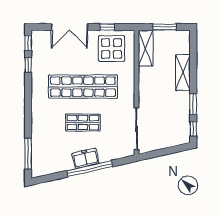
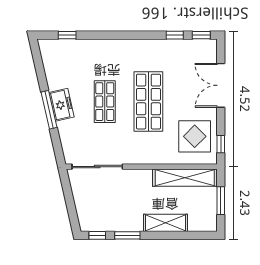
window: (107, 27) -> (221, 144), moved
shelving: (146, 48) -> (185, 178), width x1.47
shop shelf: (83, 87) -> (148, 102), width x0.71
window: (28, 154) -> (67, 35), width x0.46
window: (90, 169) -> (49, 110), width x0.68

